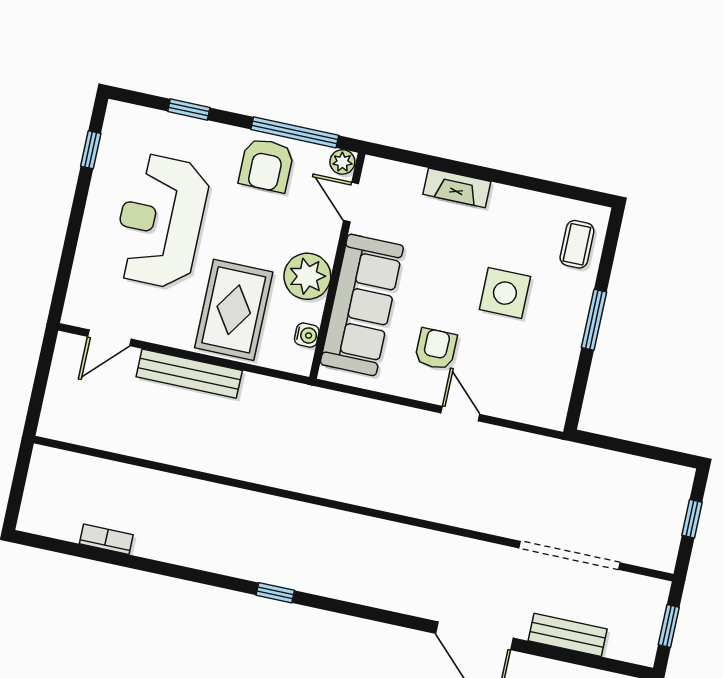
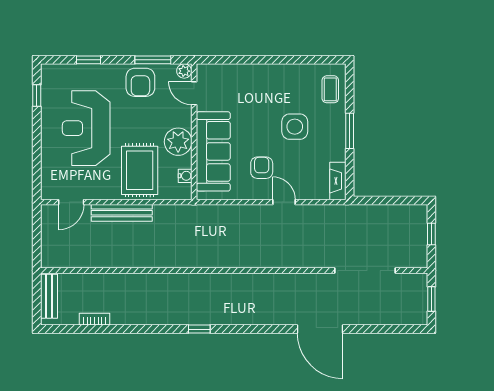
window: (295, 132) -> (153, 60), width x0.69
fireplace: (457, 188) -> (338, 181), moved, turned 90
bench: (568, 635) -> (49, 296), moved, turned 90

